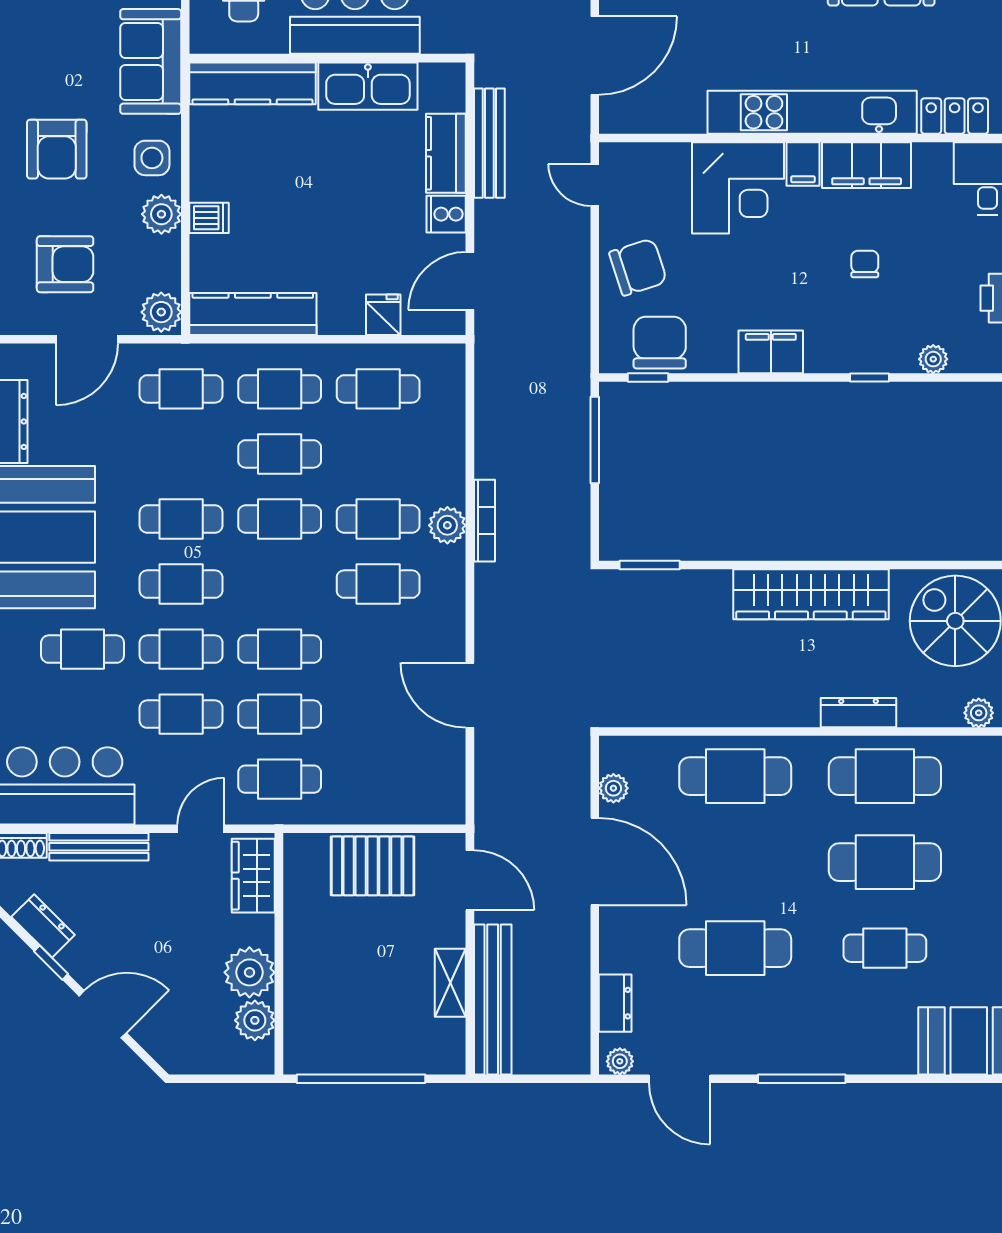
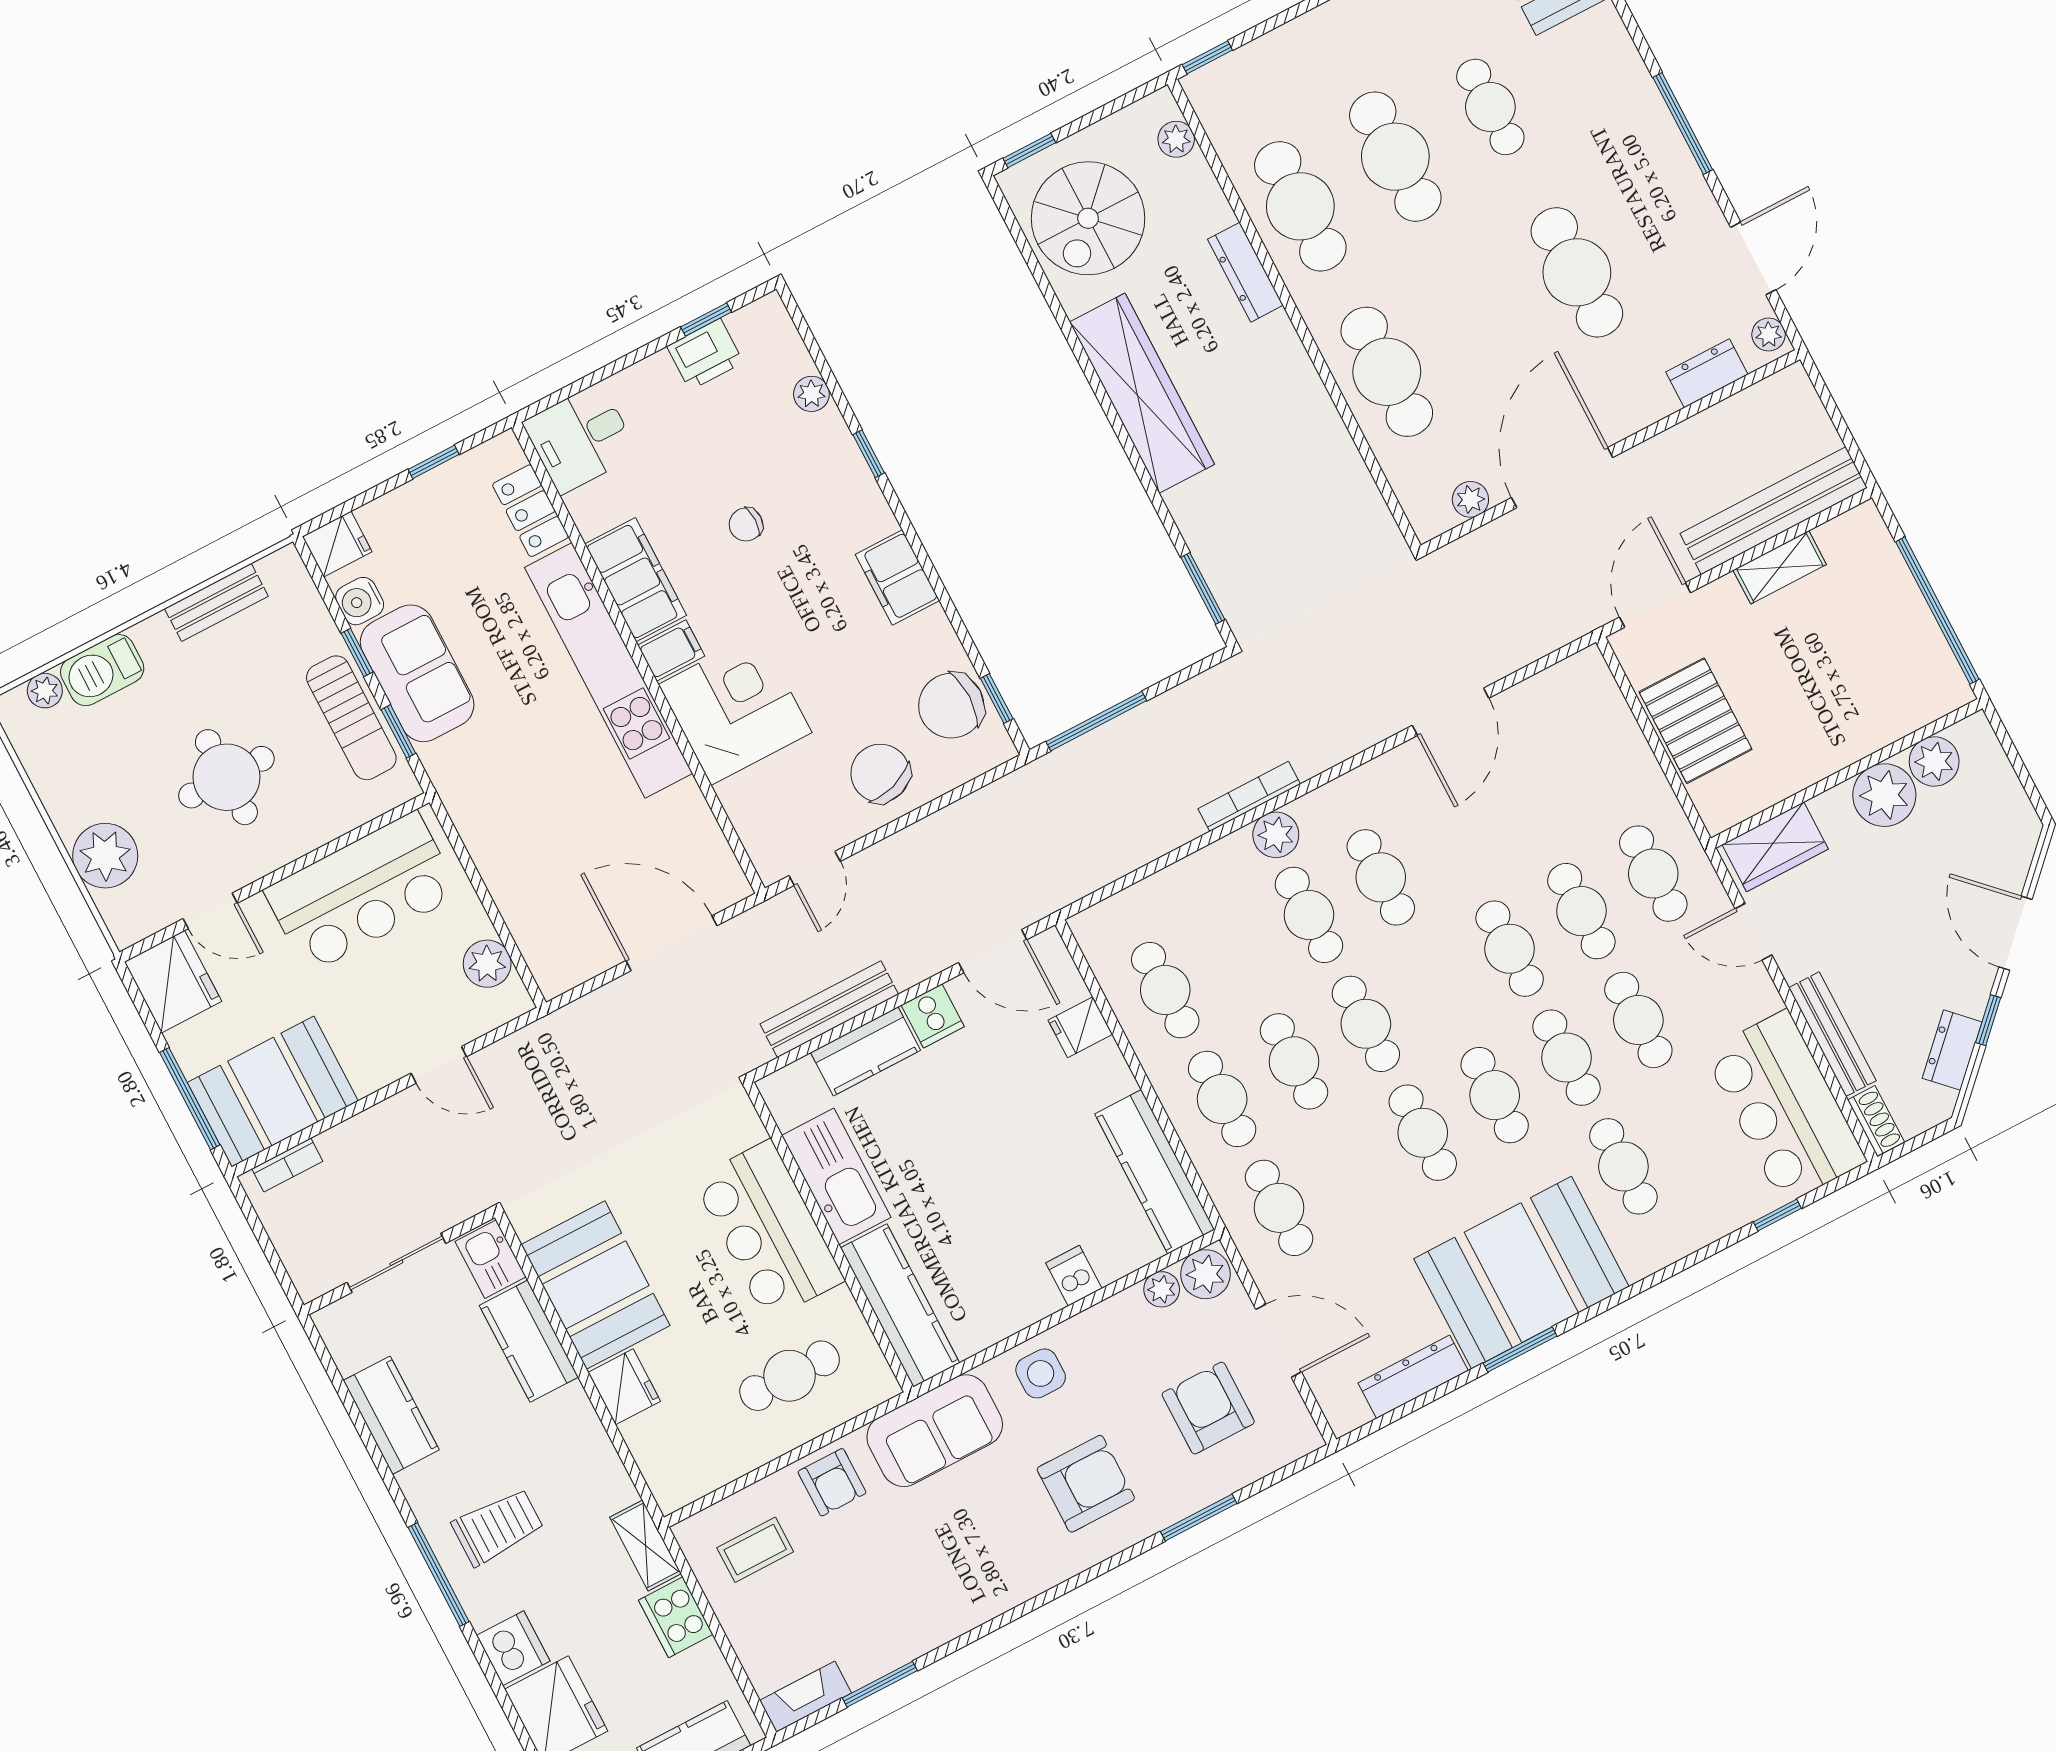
plant: (161, 214) -> (1162, 1289), moved, width x0.73, depth x0.73

